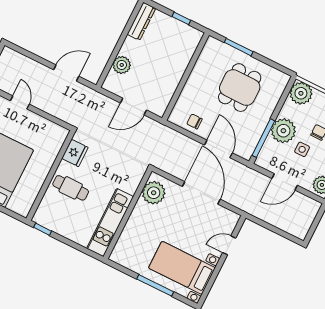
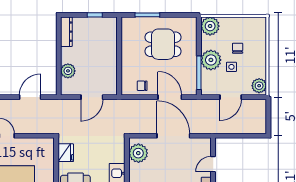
dining table: (240, 88) -> (163, 44), turned 90

